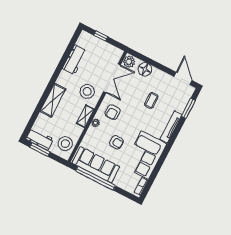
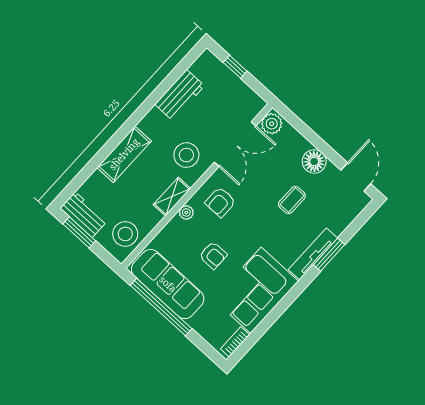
floor lamp: (145, 69) -> (314, 161), moved
window: (188, 108) -> (329, 255), moved

